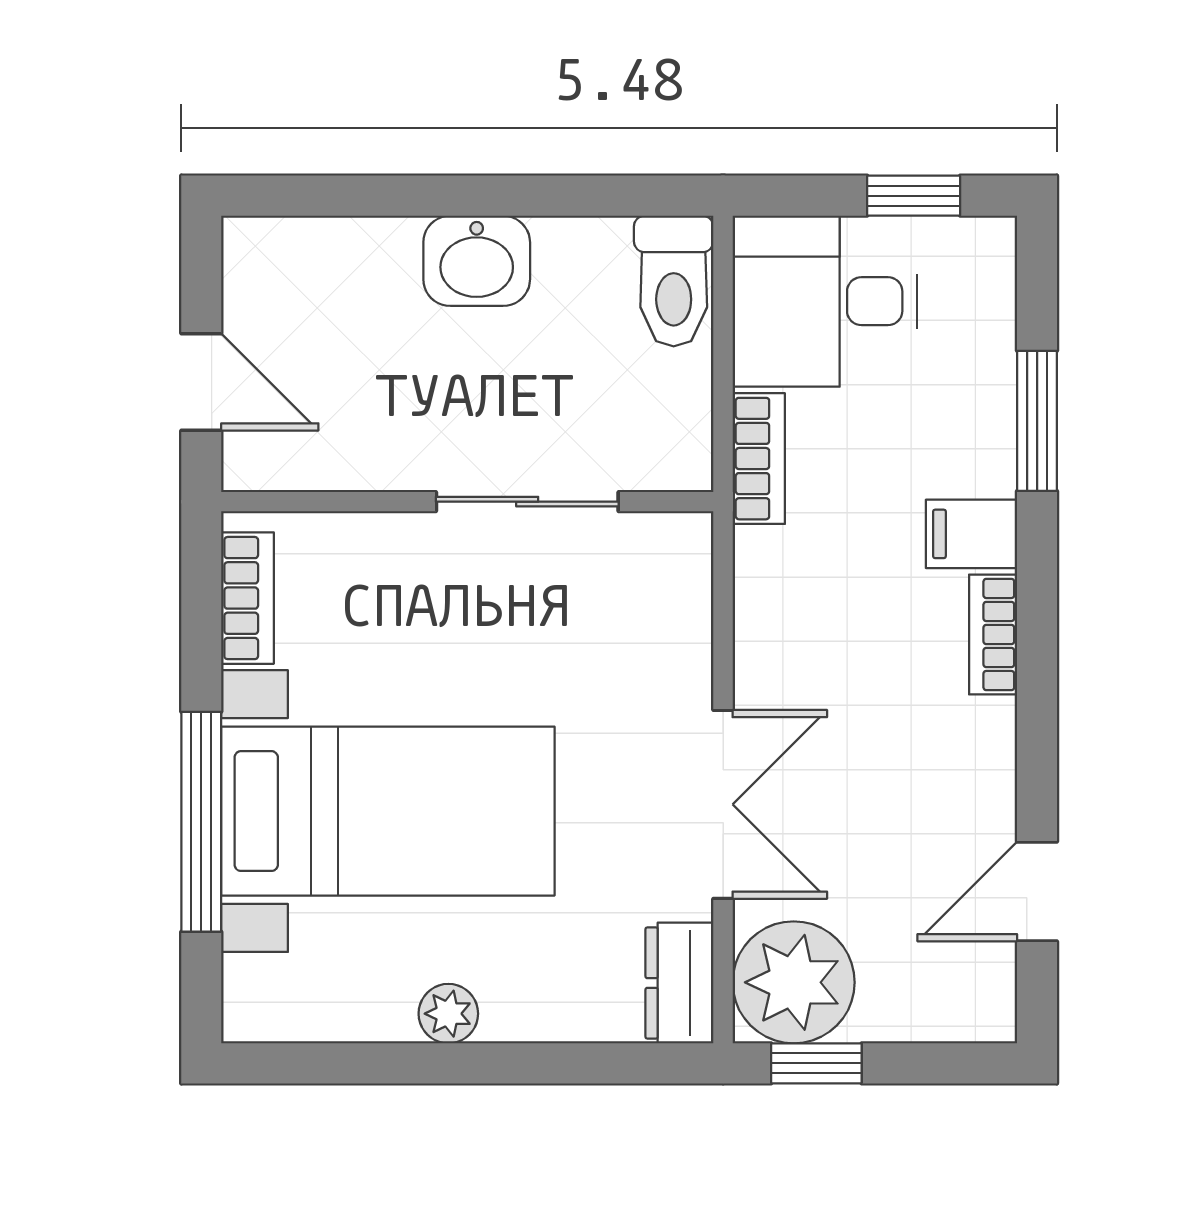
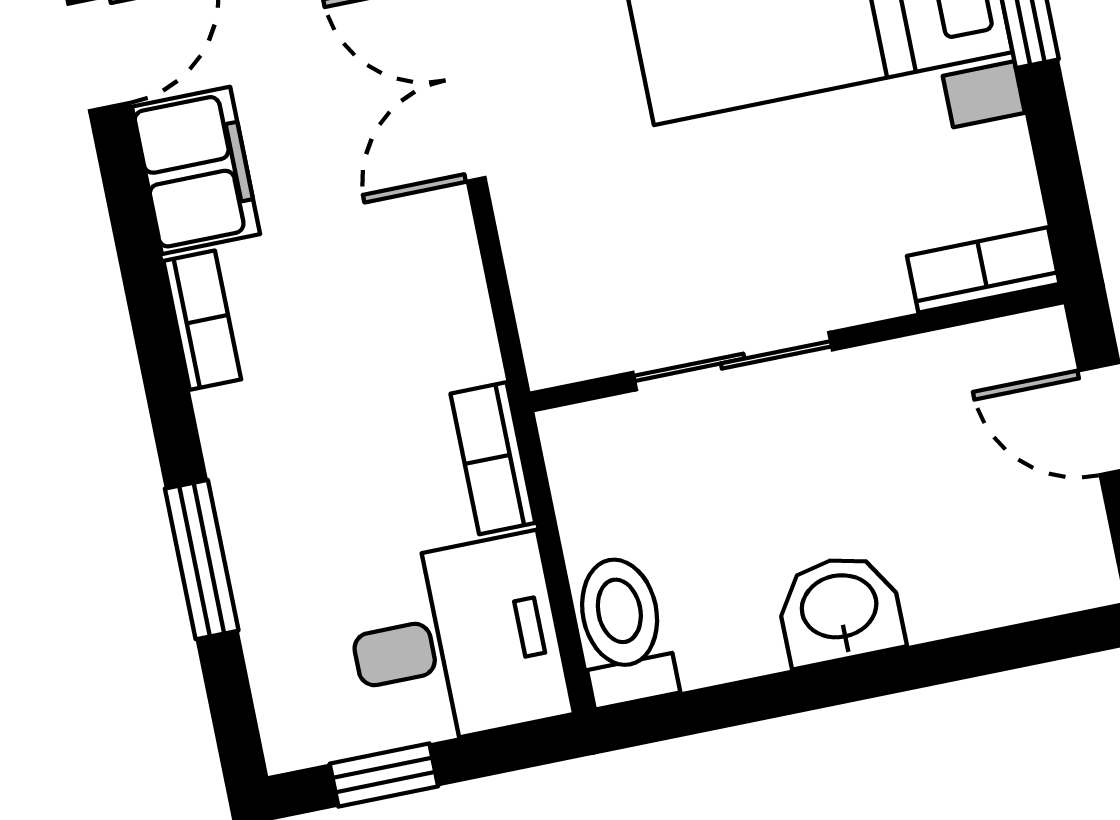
filing cabinet: (971, 534) -> (196, 170), moved, width x2.00
bookcase: (248, 598) -> (983, 270), moved, turned 90

